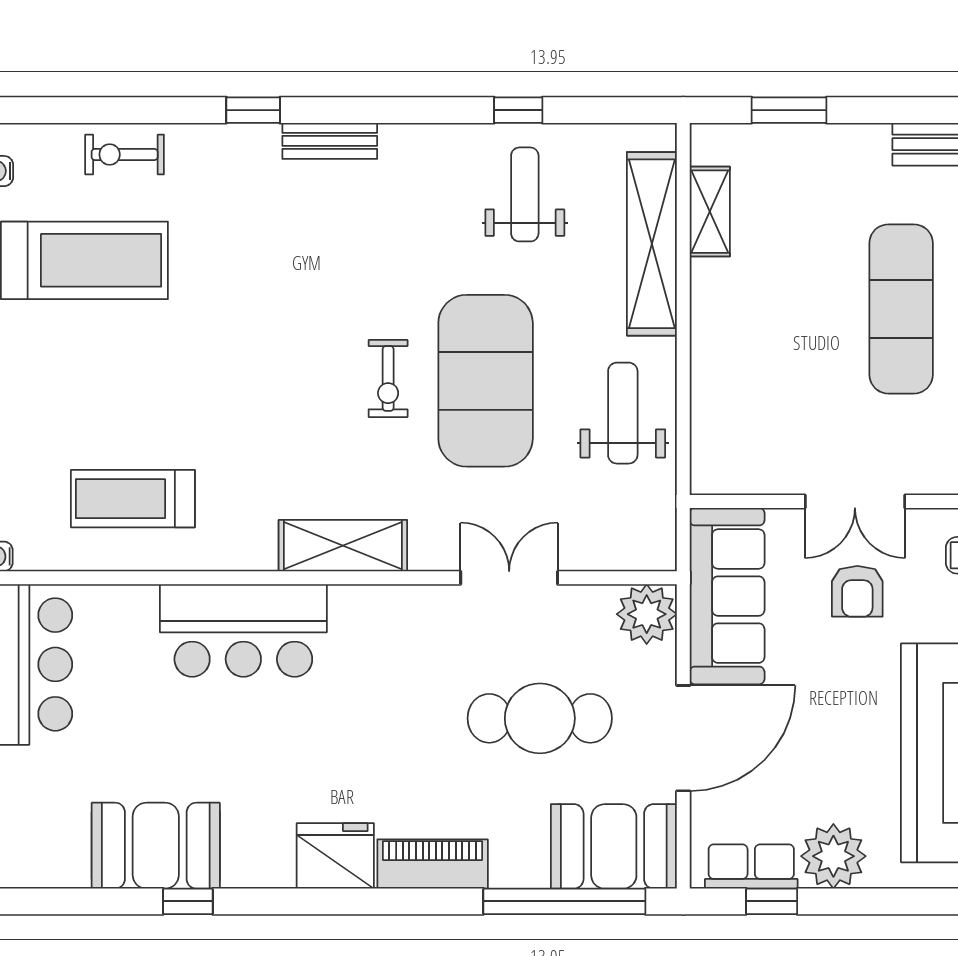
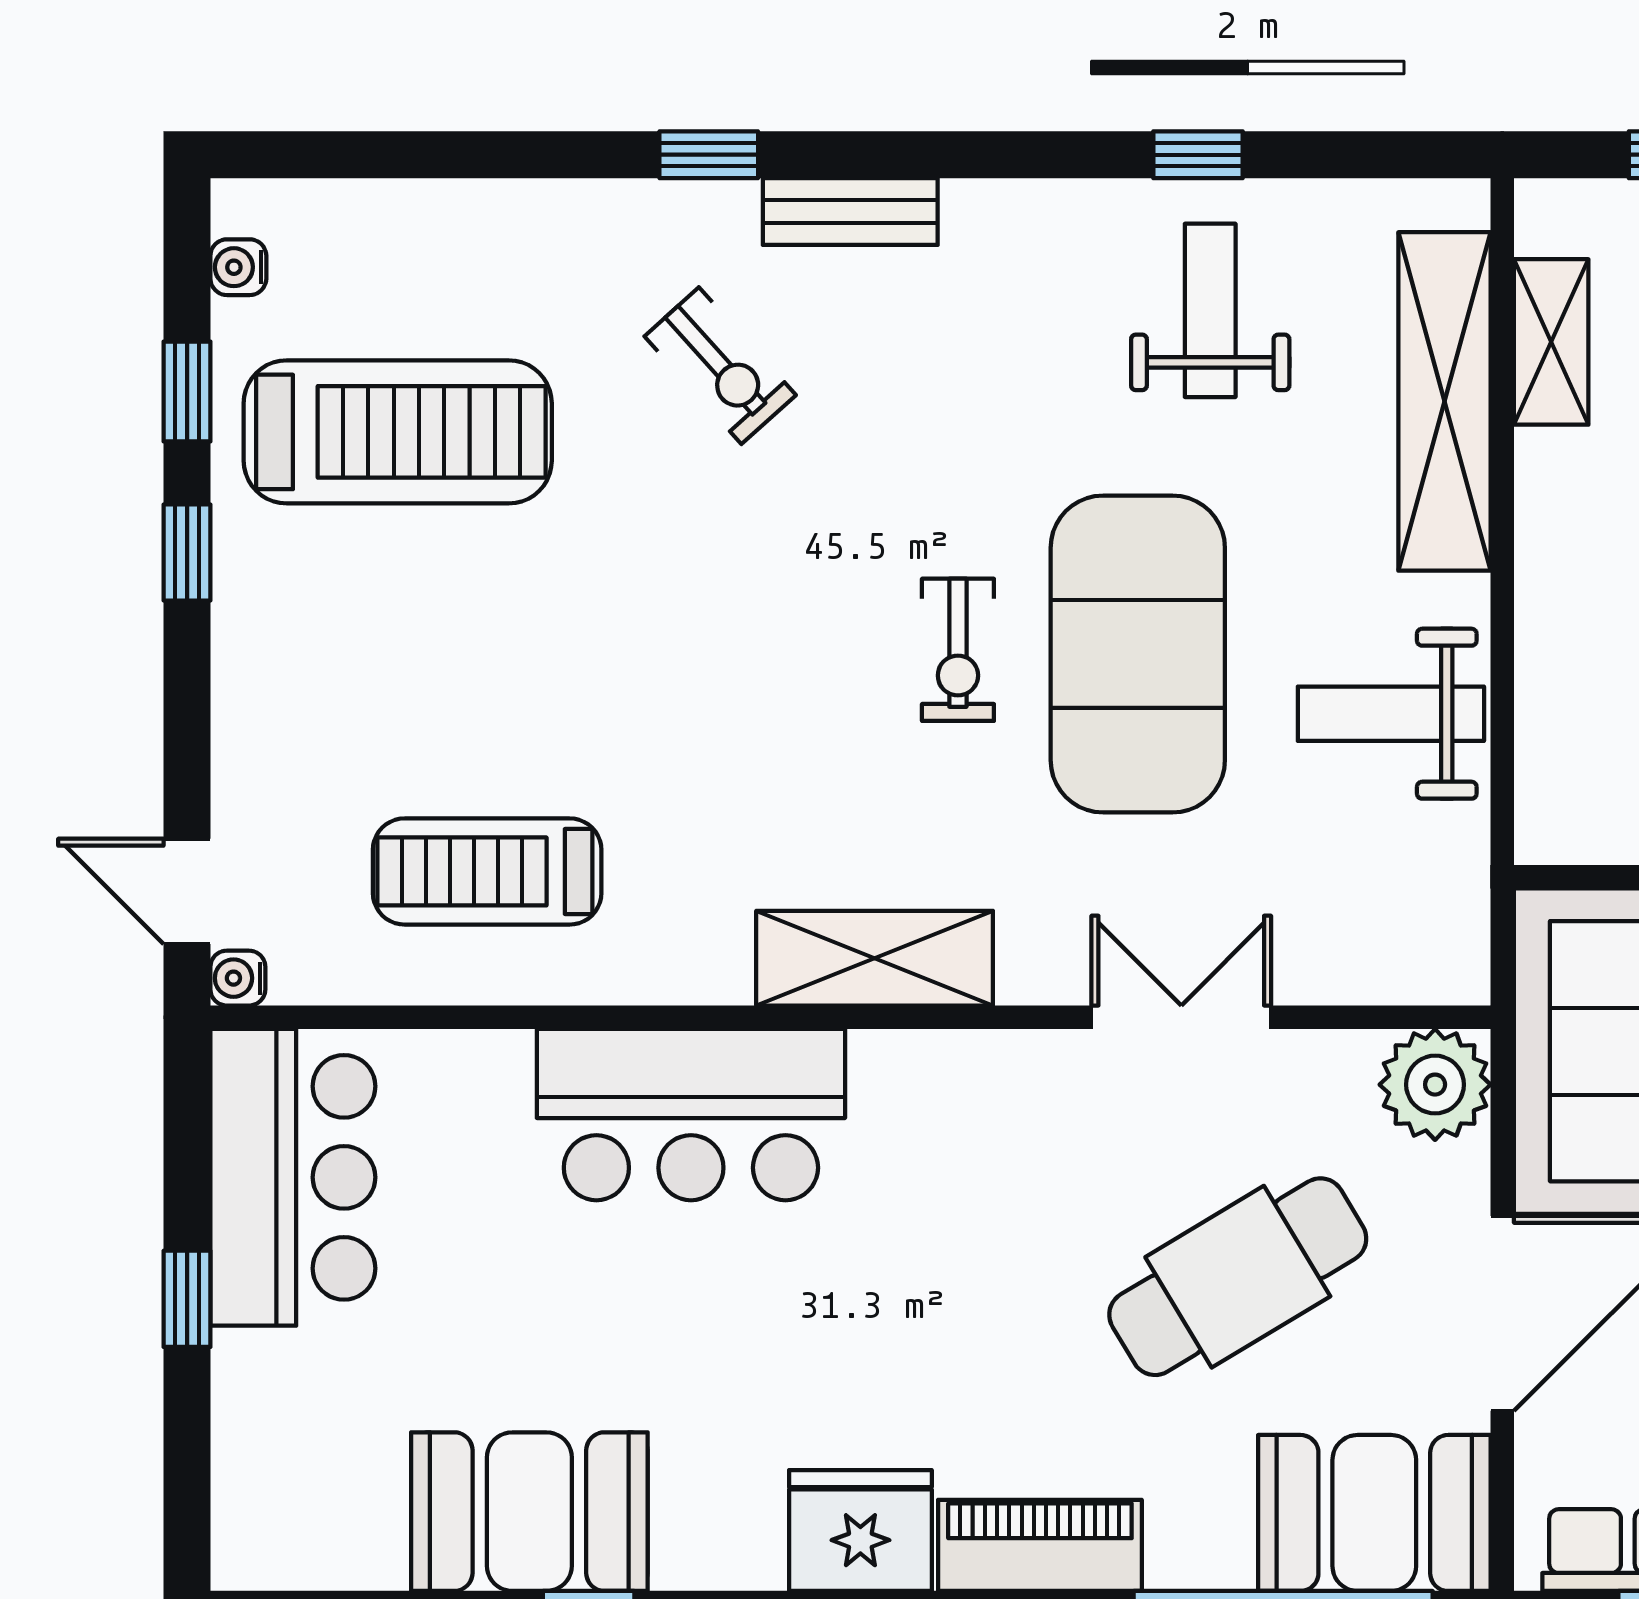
exercise bike: (125, 154) -> (720, 366), moved, turned -132
weight bench: (623, 413) -> (1391, 714), turned -90
cafe table: (540, 718) -> (1238, 1277), turned -31

